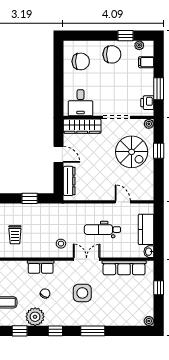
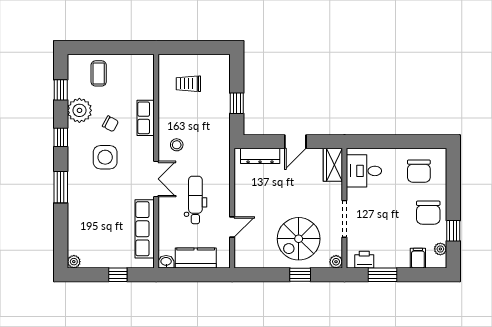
wardrobe: (82, 126) -> (333, 165), width x0.67
side table: (82, 293) -> (105, 157), moved

